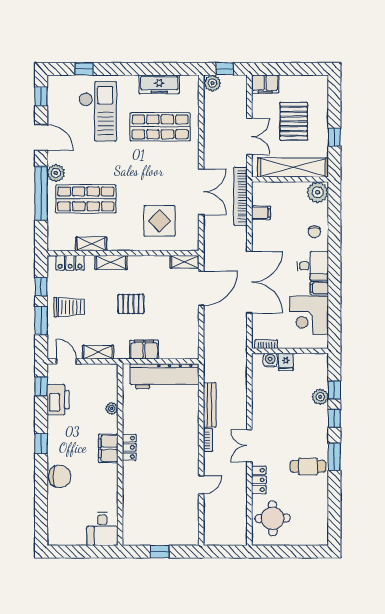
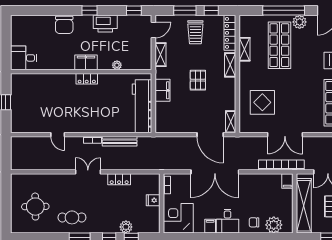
plant: (318, 192) -> (274, 225), moved
filing cabinet: (261, 213) -> (287, 181), moved
locker: (70, 263) -> (230, 33), width x1.53
corner desk: (309, 315) -> (178, 218), moved
water cooler: (270, 360) -> (154, 188), removed
printer: (58, 400) -> (105, 24), moved
cafe table: (308, 466) -> (72, 217), turned 90
locker: (259, 480) -> (119, 179), moved
round table: (273, 518) -> (35, 207), moved

